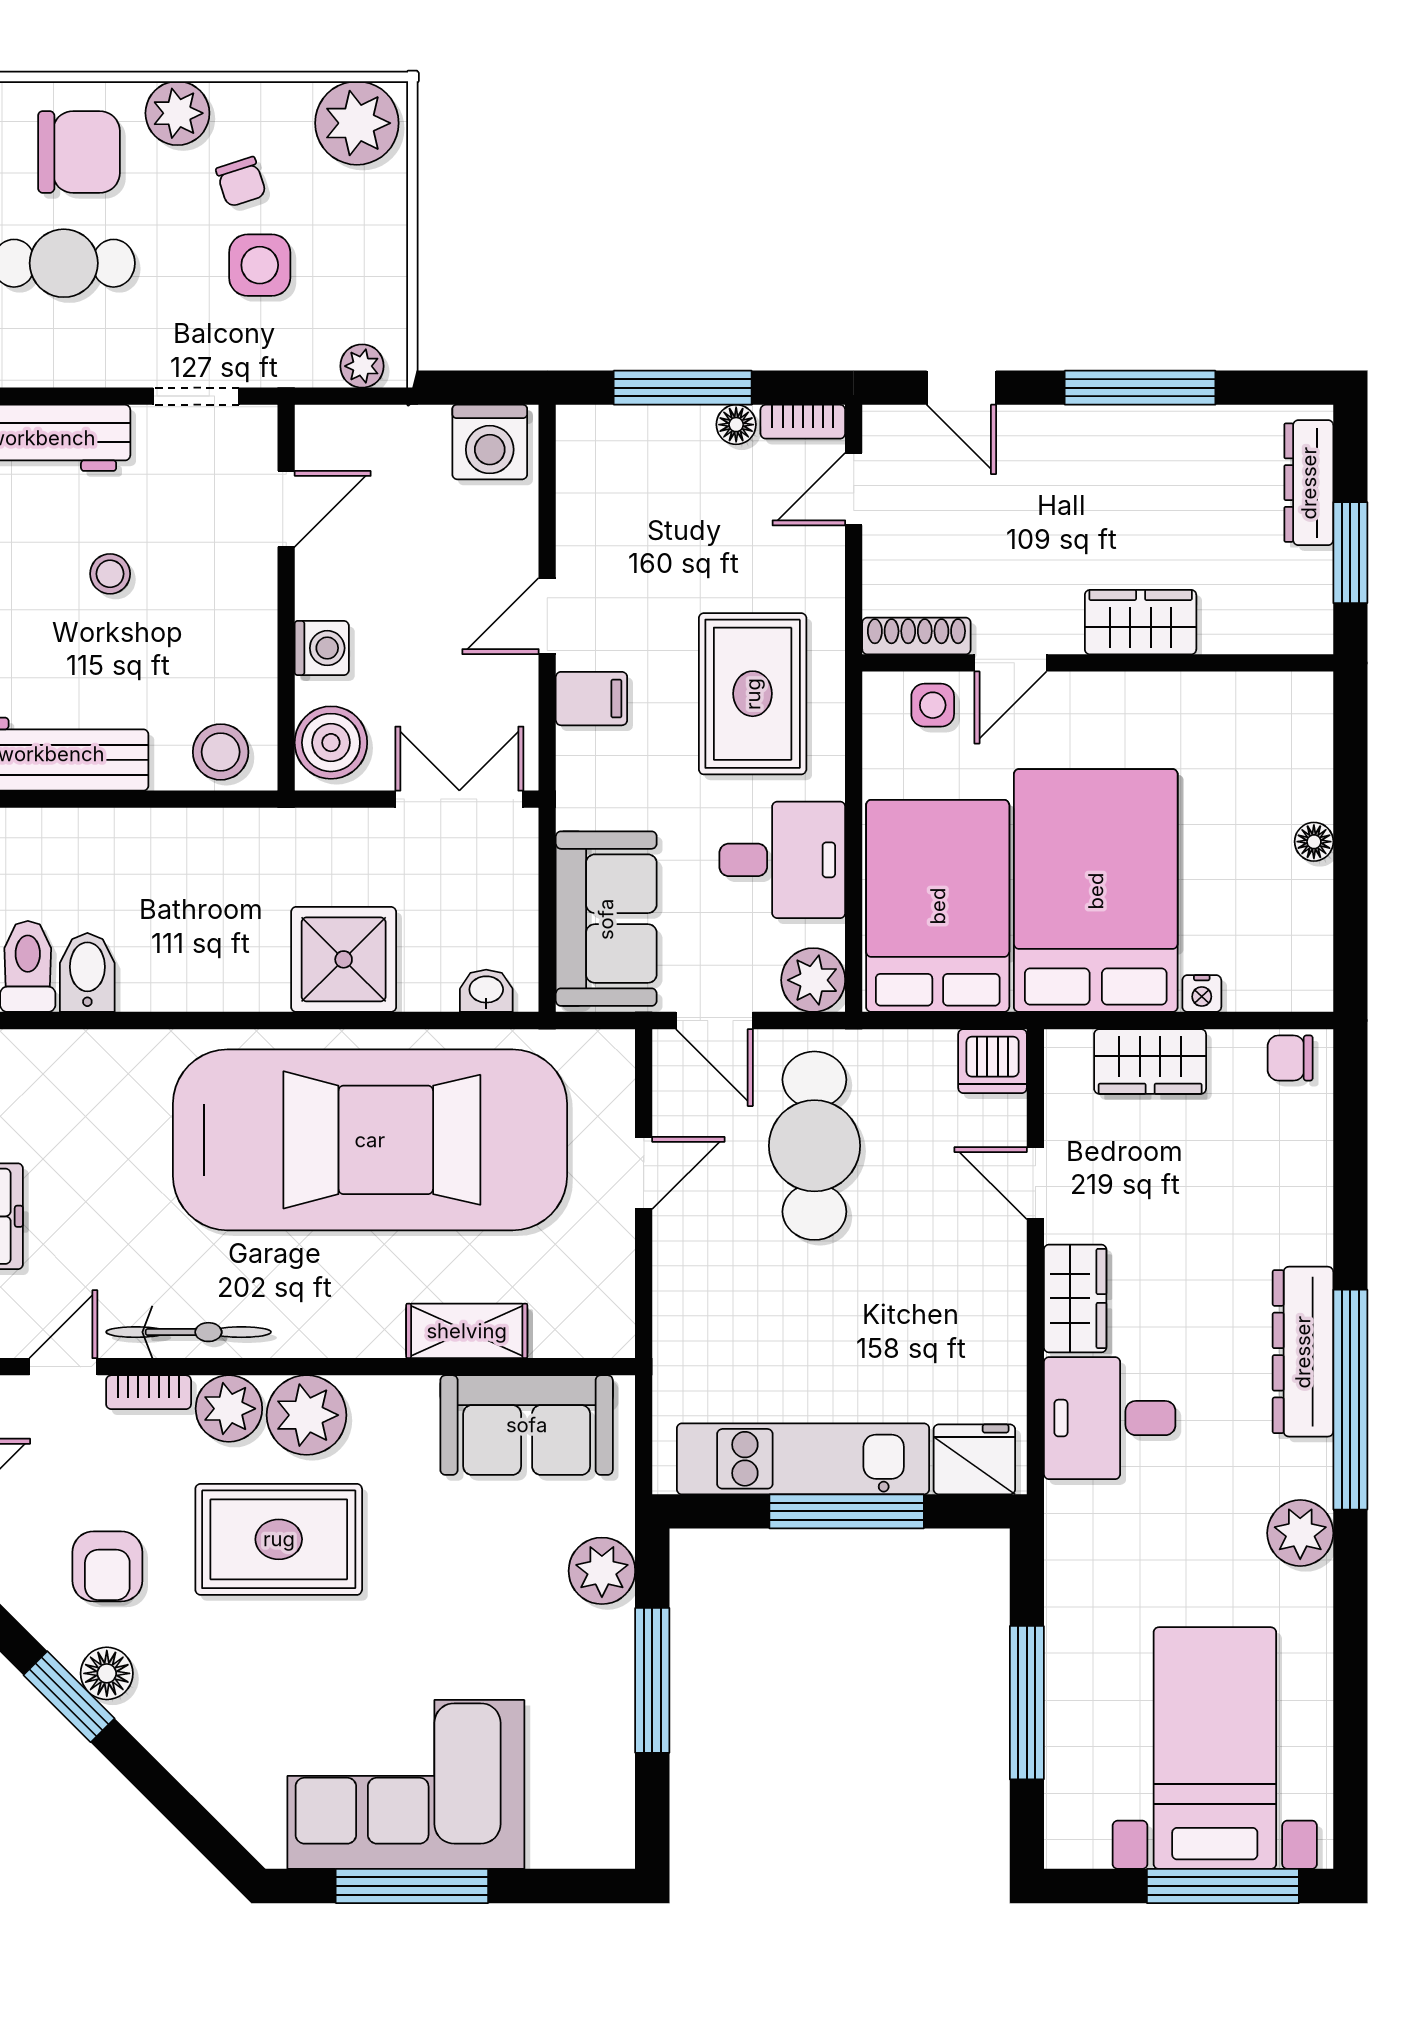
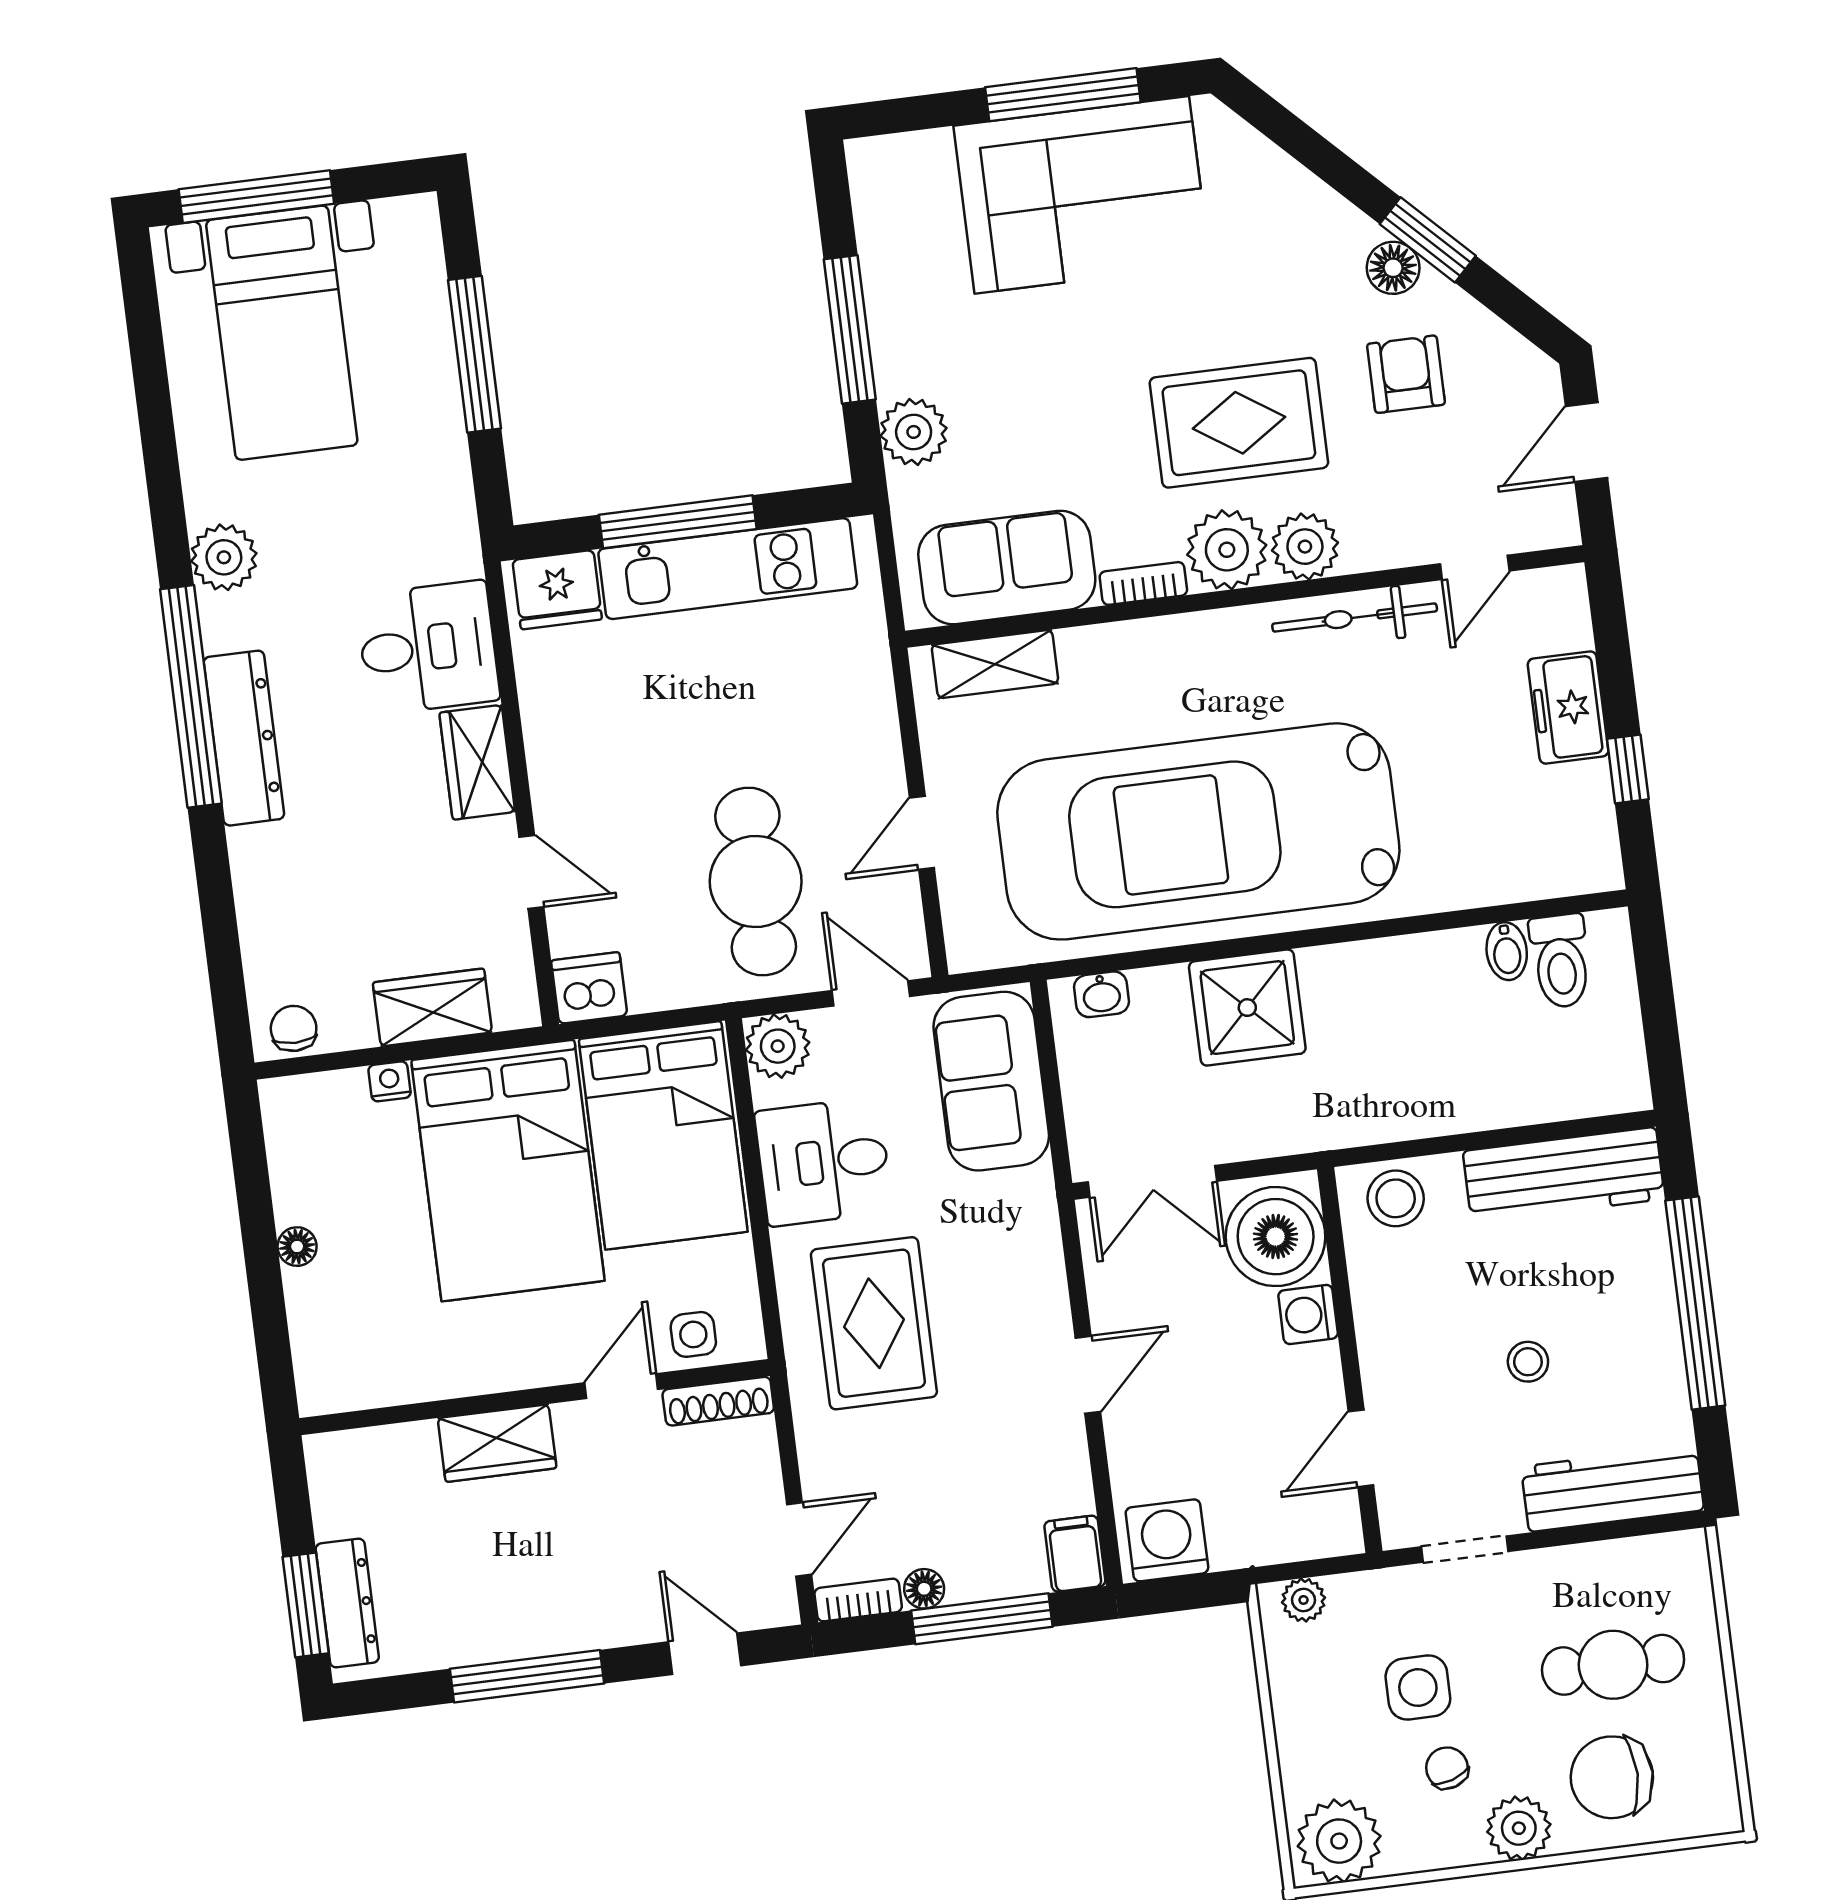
window: (1350, 553) -> (306, 1605), moved
filing cabinet: (591, 699) -> (1075, 1554), moved, turned 90
boiler: (331, 743) -> (1276, 1237), width x1.37, depth x1.37
bidet: (87, 972) -> (1507, 951), width x0.72, depth x0.74
chair: (1290, 1058) -> (294, 1028), turned -90
shelving: (467, 1331) -> (995, 664), moved
bookcase: (149, 1392) -> (1143, 583), moved

